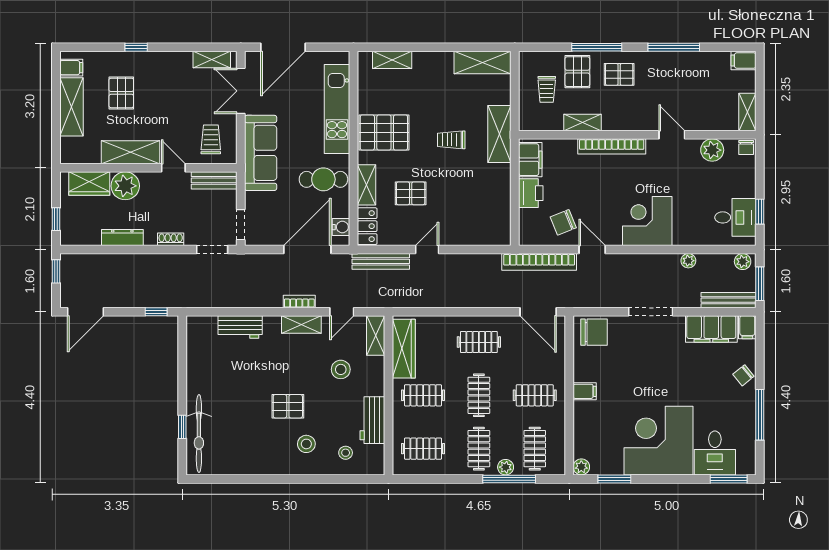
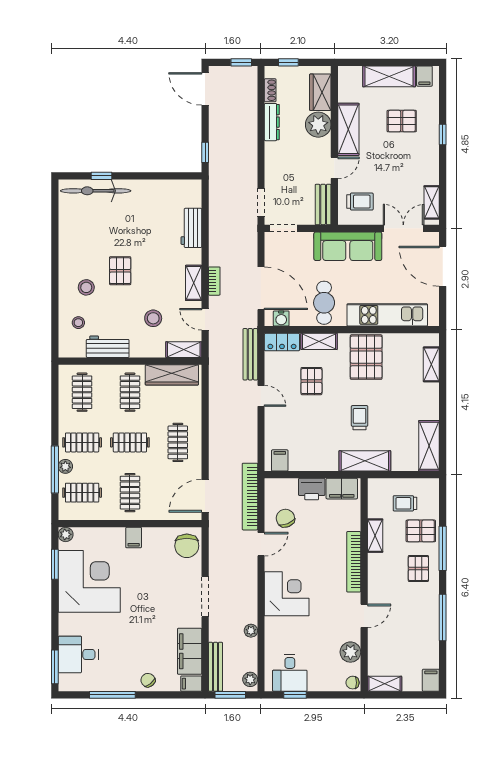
filing cabinet: (499, 229) -> (280, 460), added
shoe rack: (171, 239) -> (270, 90), moved
corner desk: (658, 441) -> (89, 581), moved

